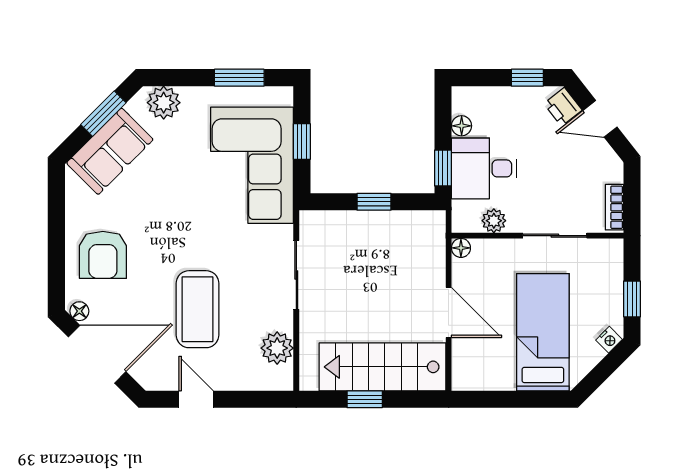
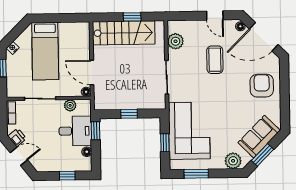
window: (527, 78) -> (67, 176), moved
printer: (563, 107) -> (17, 137), moved
coffee table: (197, 309) -> (215, 60), width x0.73, depth x0.76
floor lamp: (79, 311) -> (240, 26), moved
door: (449, 312) -> (92, 72), moved

